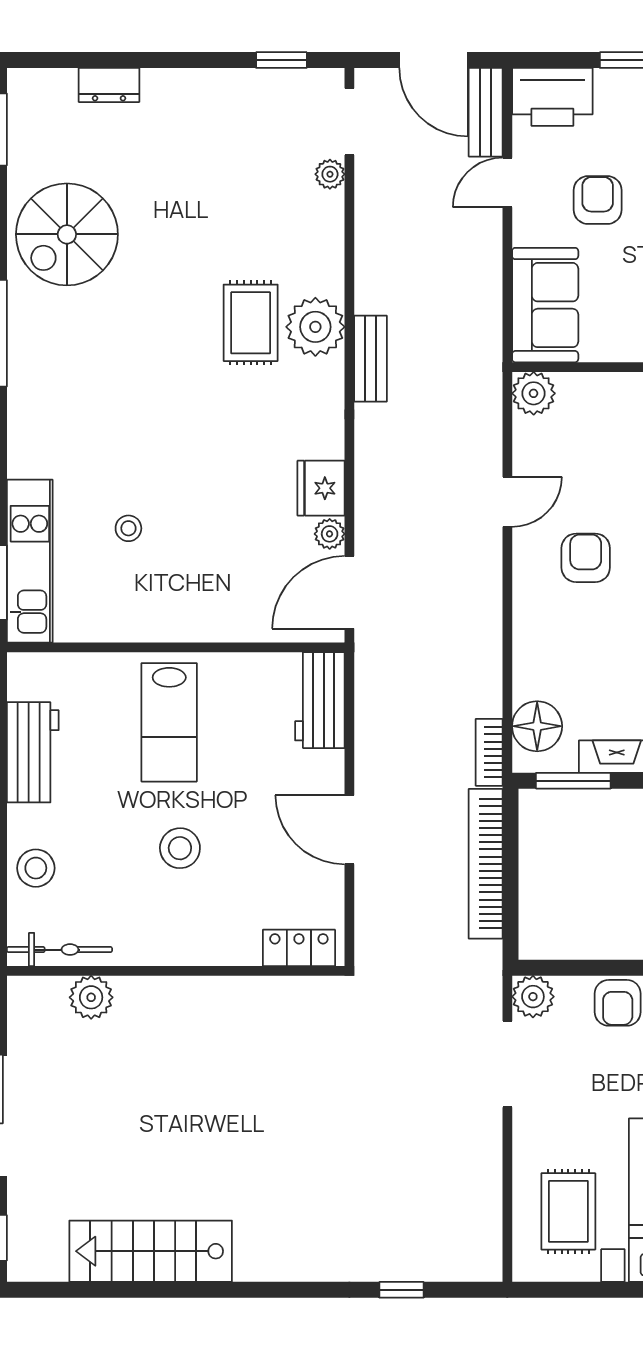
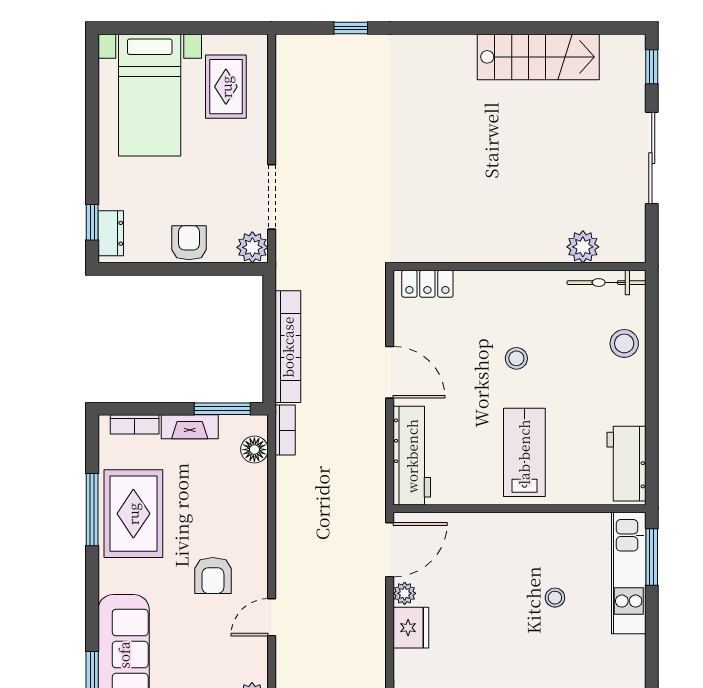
workbench: (320, 700) -> (412, 456), width x1.37
floor lamp: (537, 726) -> (254, 450), width x0.73, depth x0.73
workbench: (33, 752) -> (626, 464), moved
stool: (180, 848) -> (516, 358), width x0.73, depth x0.73

